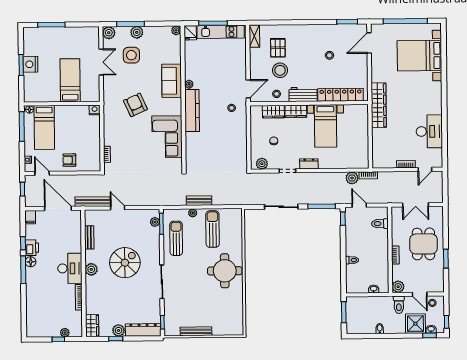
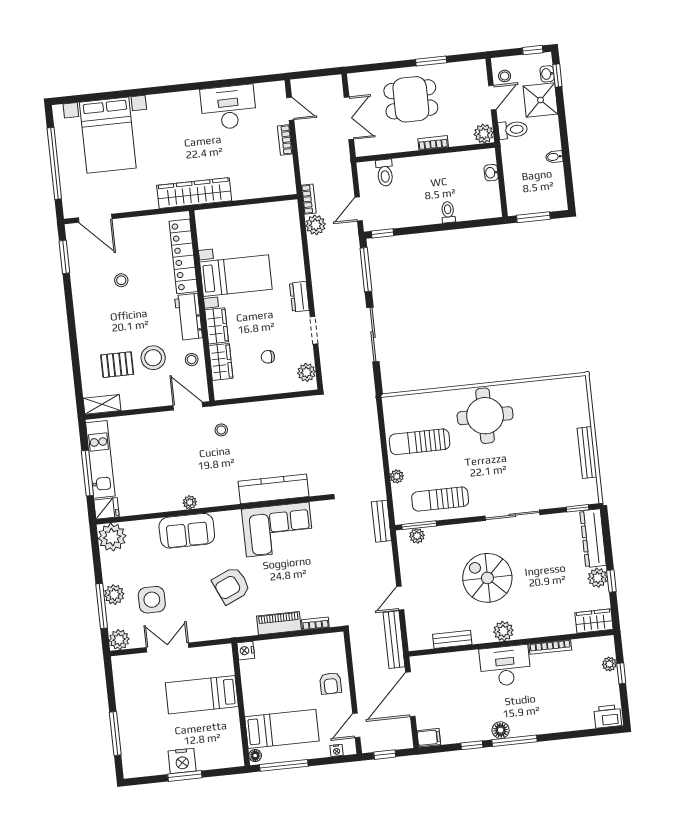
plant: (176, 30) -> (112, 537), width x1.88, depth x1.88
kitchen counter: (192, 111) -> (273, 489), moved
piano: (109, 132) -> (279, 623), added
bench: (199, 201) -> (381, 521), moved
printer: (32, 248) -> (608, 716), moved

